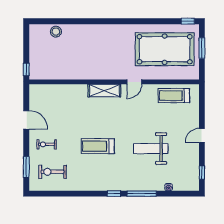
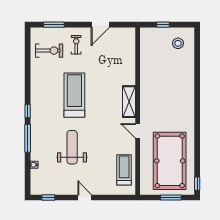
stool: (56, 32) -> (178, 43), moved
window: (26, 69) -> (163, 25), moved
treadmill: (98, 146) -> (74, 95), width x1.37, depth x1.38
exercise bike: (53, 172) -> (49, 51), turned 90

